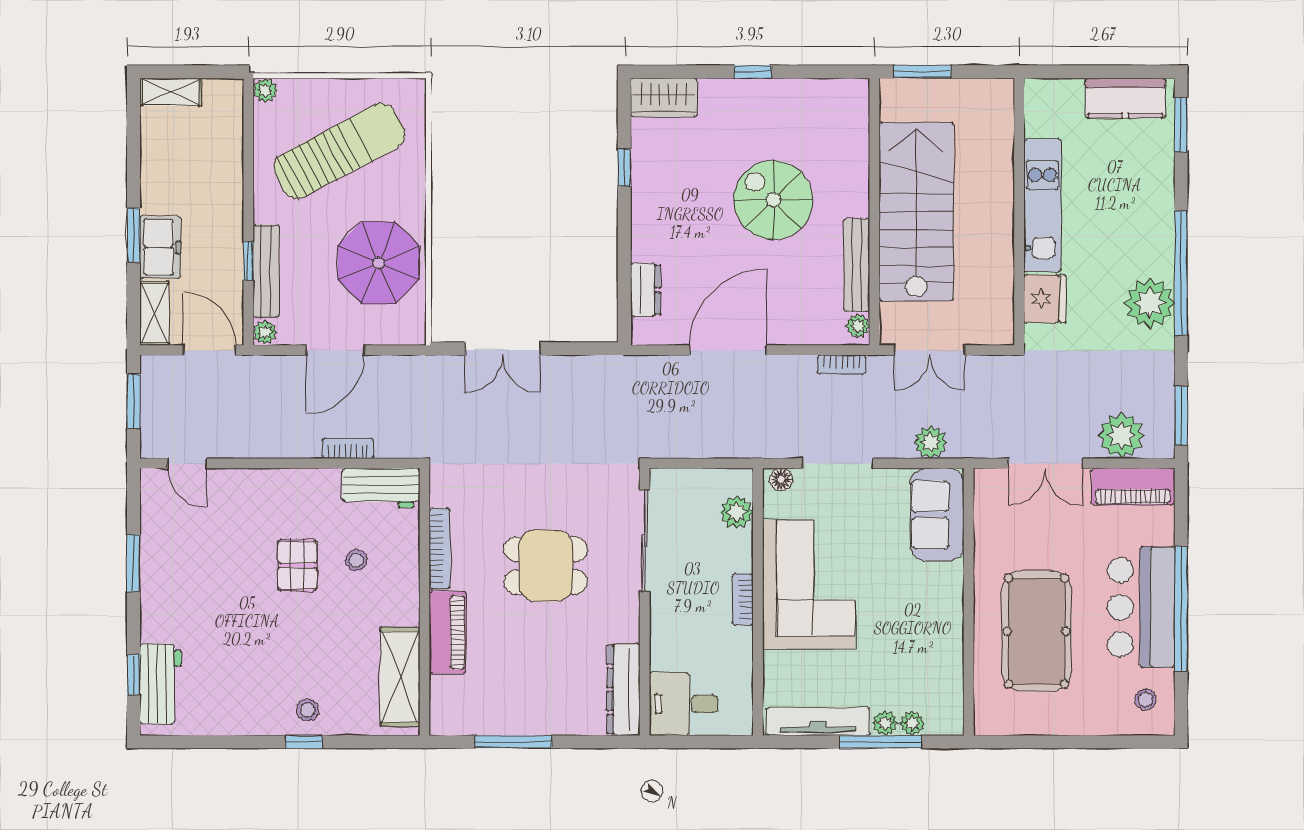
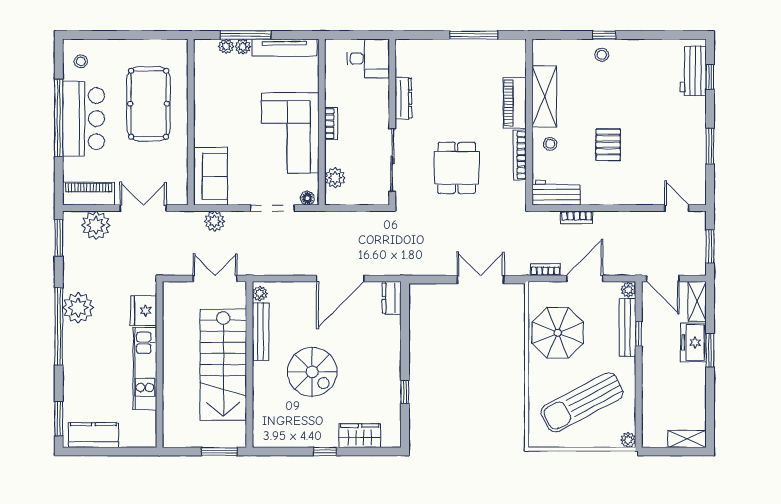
wardrobe: (664, 97) -> (360, 436), moved
dresser: (646, 290) -> (392, 298), moved
bookcase: (842, 365) -> (545, 270), moved
stool: (356, 560) -> (550, 144), moved
dining table: (546, 566) -> (457, 168), moved, turned 90
shelving: (400, 677) -> (544, 96), moved
dresser: (624, 689) -> (403, 98), moved, width x0.73, depth x0.80

